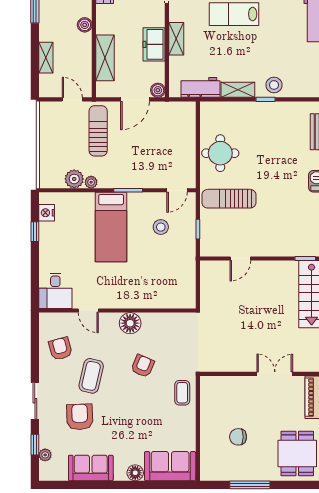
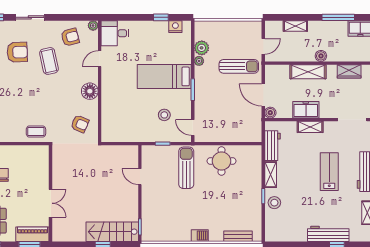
shelving: (105, 58) -> (308, 72), moved
plant: (45, 319) -> (93, 26), added
armchair: (143, 366) -> (80, 124), moved
coffee table: (91, 376) -> (49, 61), turned 65

